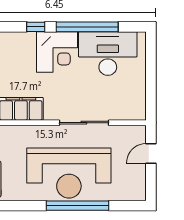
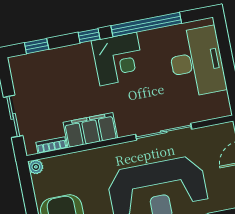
desk: (108, 54) -> (197, 62), moved, turned 90

